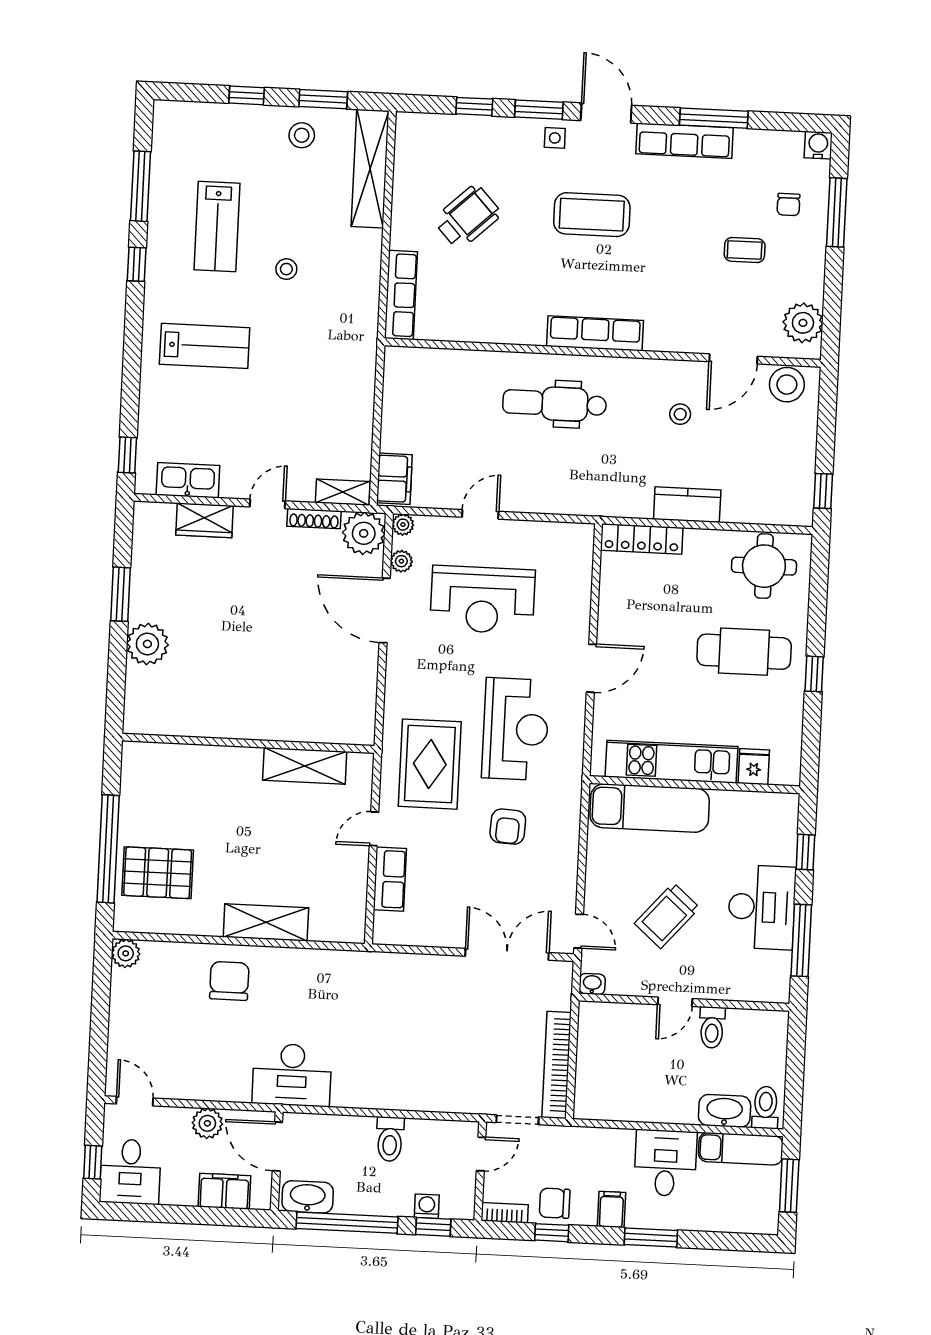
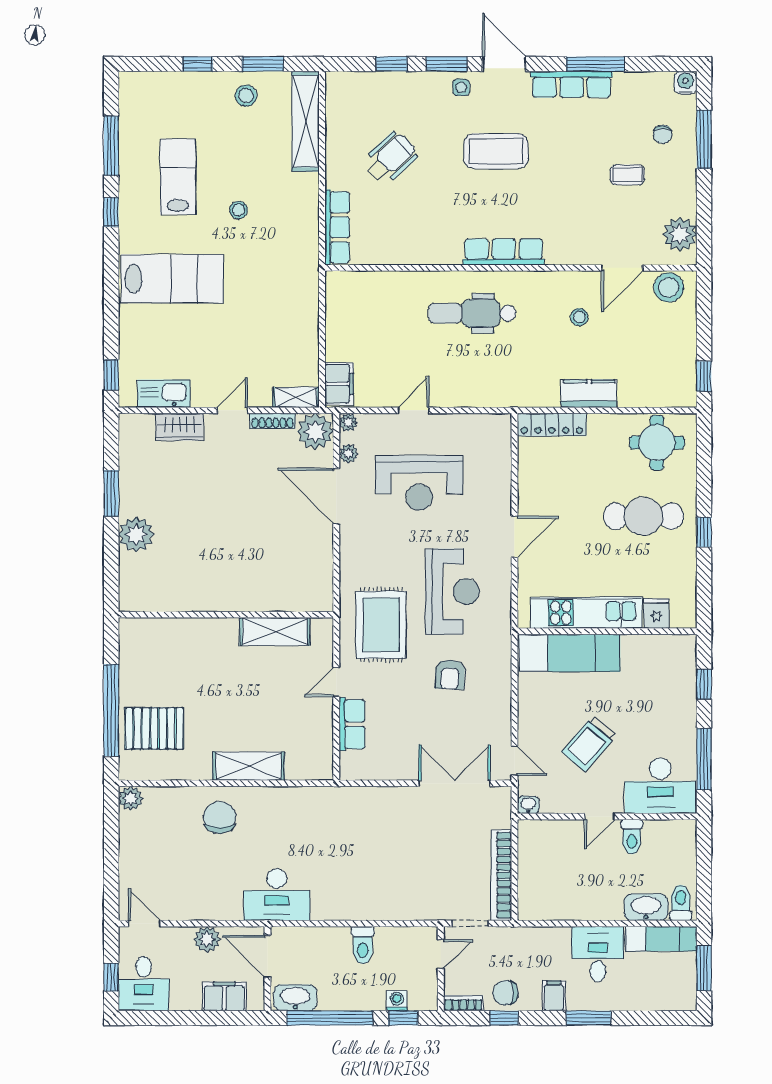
lab bench: (217, 226) -> (178, 177), turned 180
lab bench: (205, 346) -> (172, 279), width x1.36, depth x1.39
desk: (762, 907) -> (660, 786), moved, turned 90

